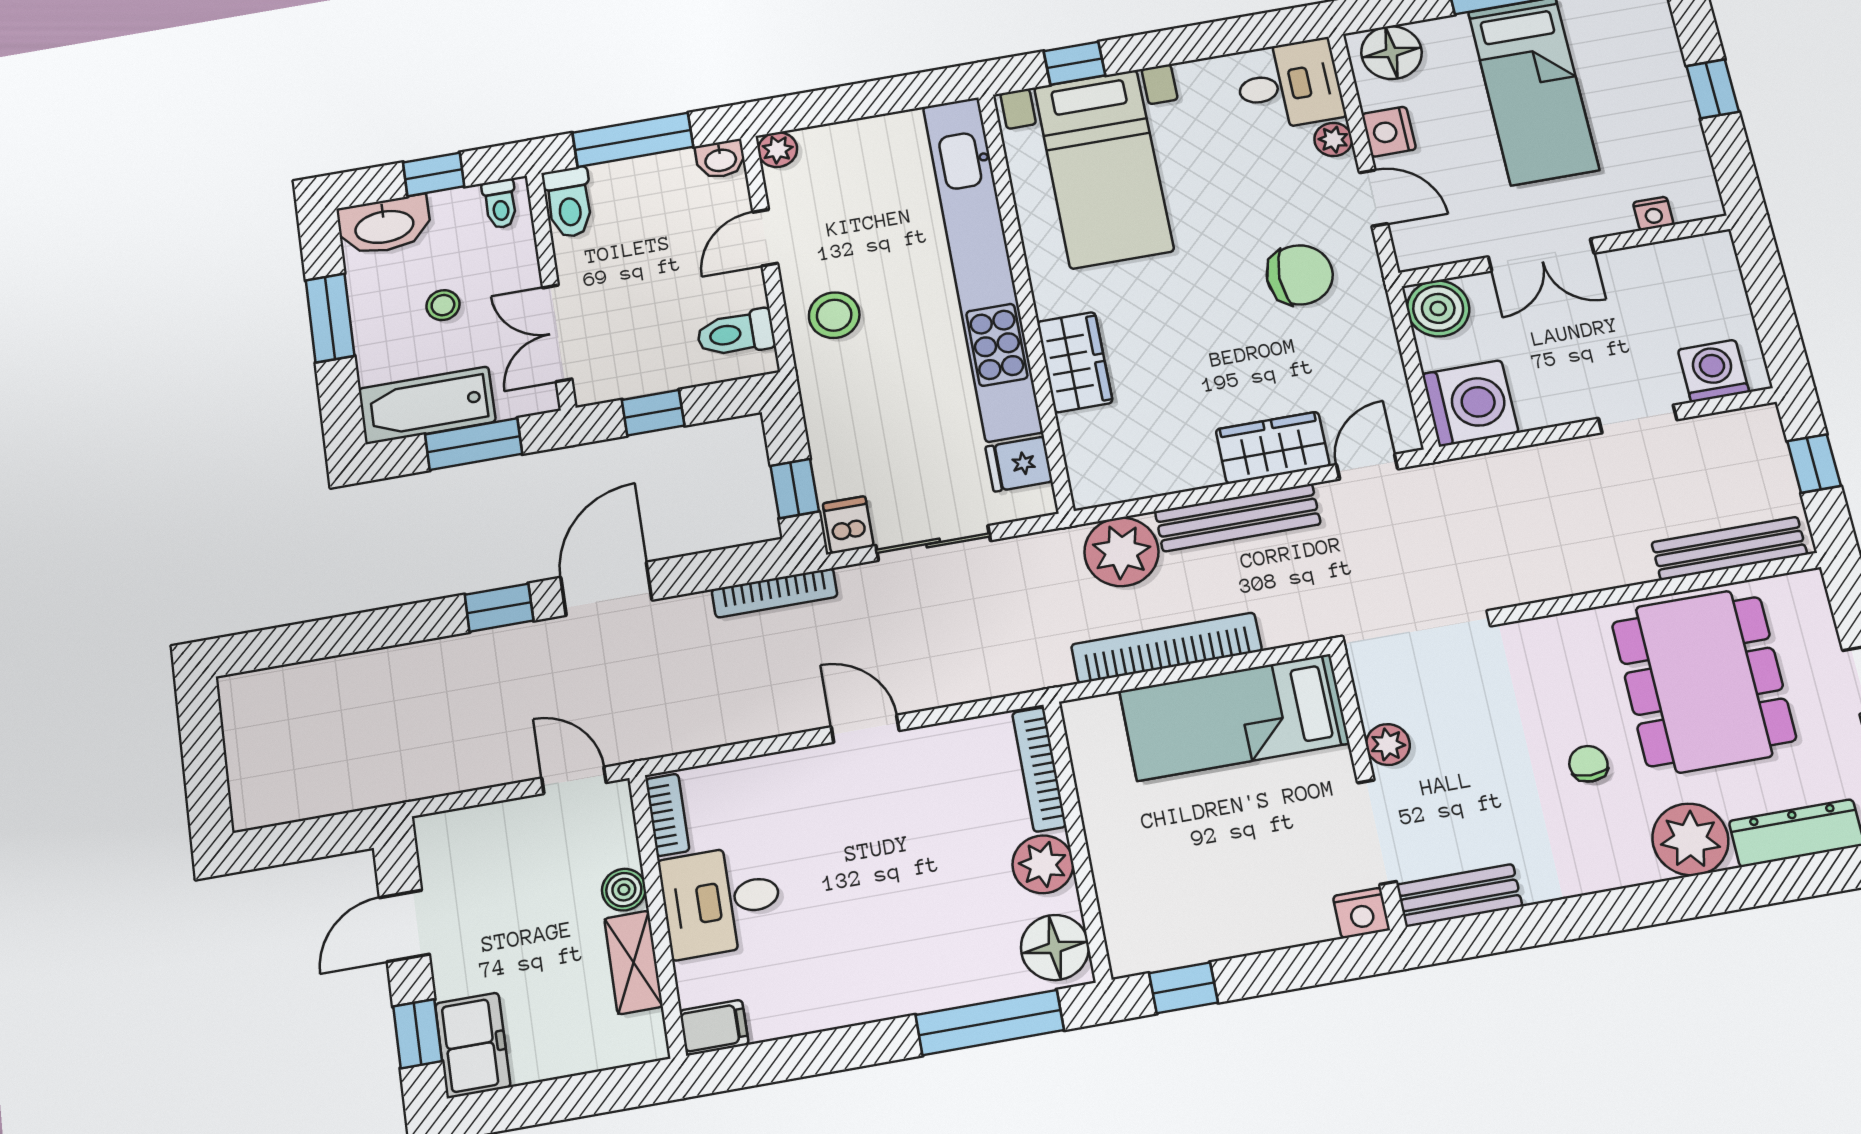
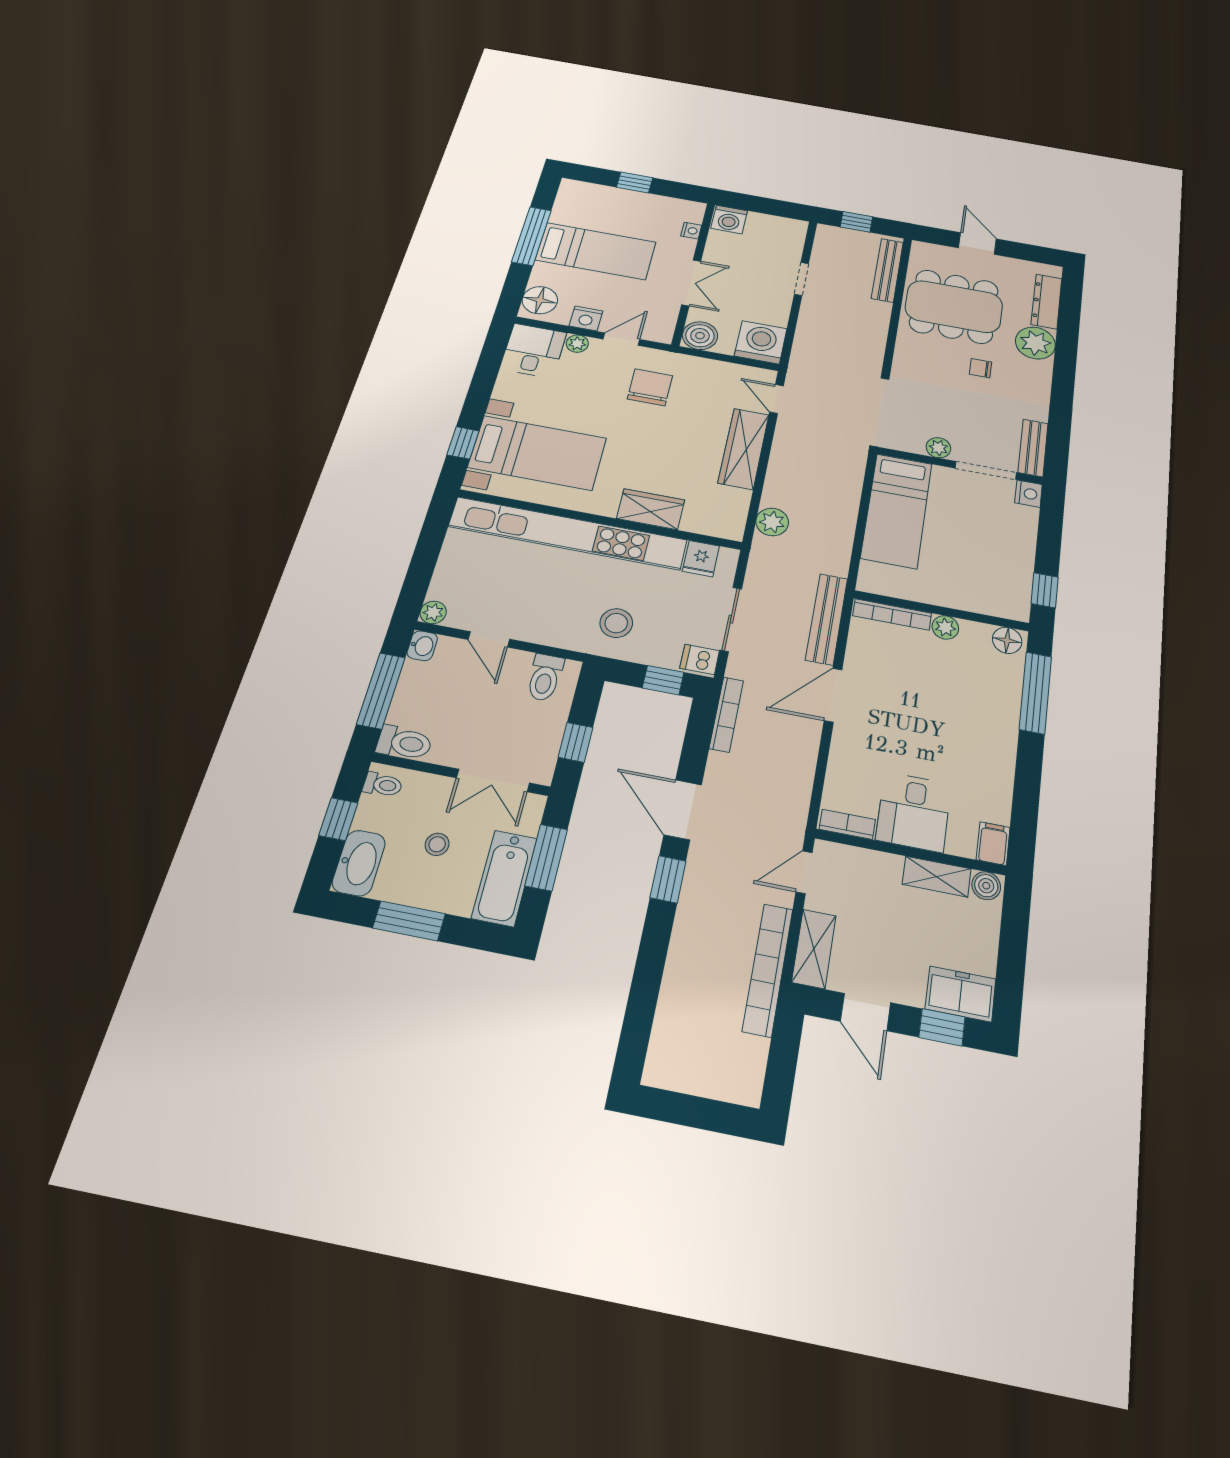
stool: (834, 315) -> (616, 623), moved
washing machine: (1713, 371) -> (729, 220), moved, turned -90
wardrobe: (1273, 448) -> (744, 449), width x1.50
bench: (1238, 518) -> (827, 619), moved
plant: (1121, 552) -> (772, 522), width x0.73, depth x0.73
bookcase: (1166, 648) -> (768, 970), moved
door: (865, 729) -> (833, 695), width x1.38
shelving: (469, 830) -> (814, 949), added
plant: (1043, 864) -> (945, 627), width x0.73, depth x0.73
boiler: (624, 890) -> (986, 886), moved
floor lamp: (1055, 947) -> (1007, 640), width x0.73, depth x0.73

